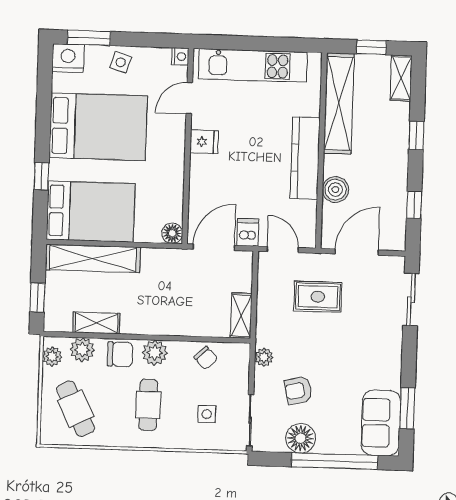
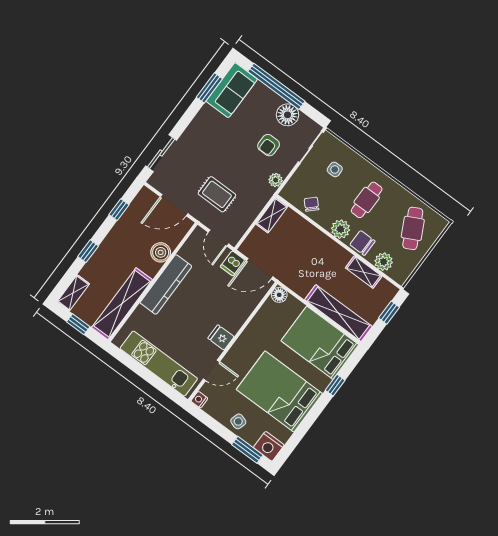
plant: (52, 356) -> (405, 270), removed
armchair: (298, 390) -> (269, 145), turned 103

